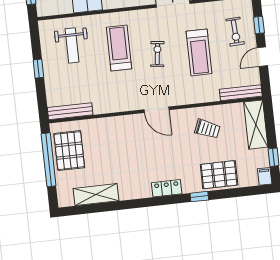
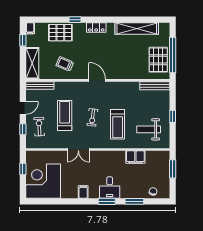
weight bench: (72, 45) -> (149, 129), turned -90
shelving: (96, 195) -> (137, 28), width x1.47

